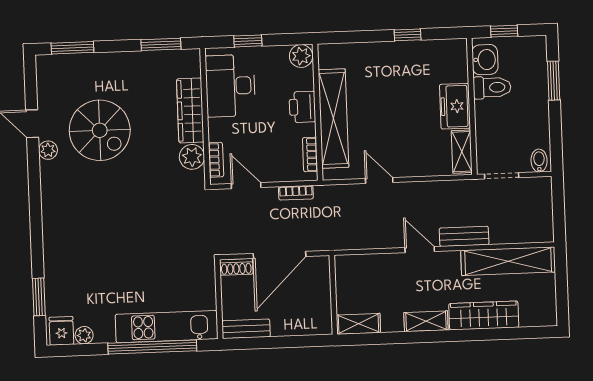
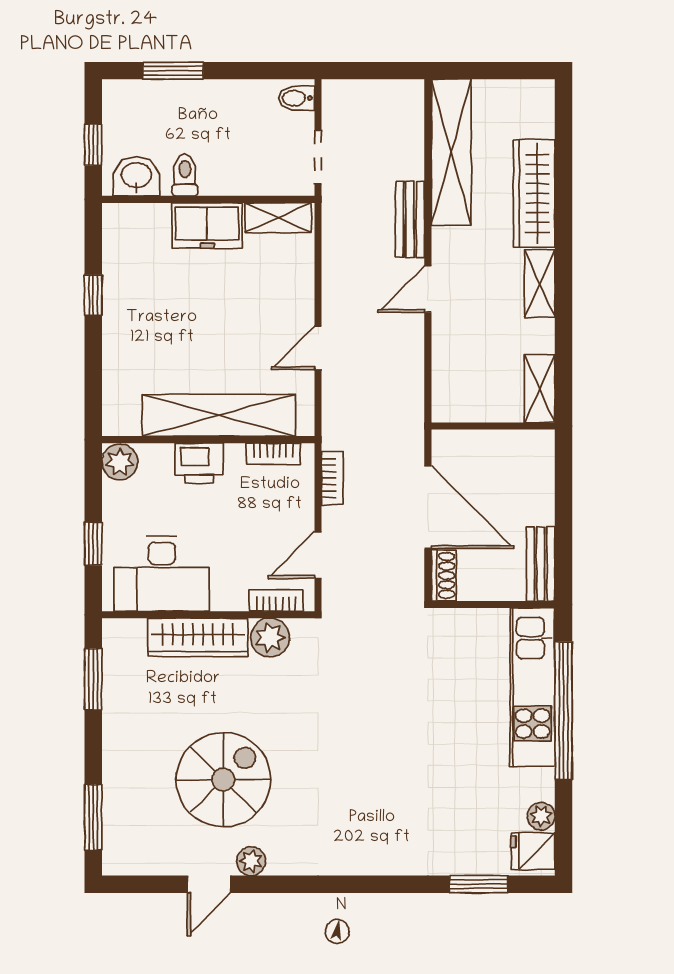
toilet: (492, 87) -> (185, 175), width x0.73, depth x0.72

